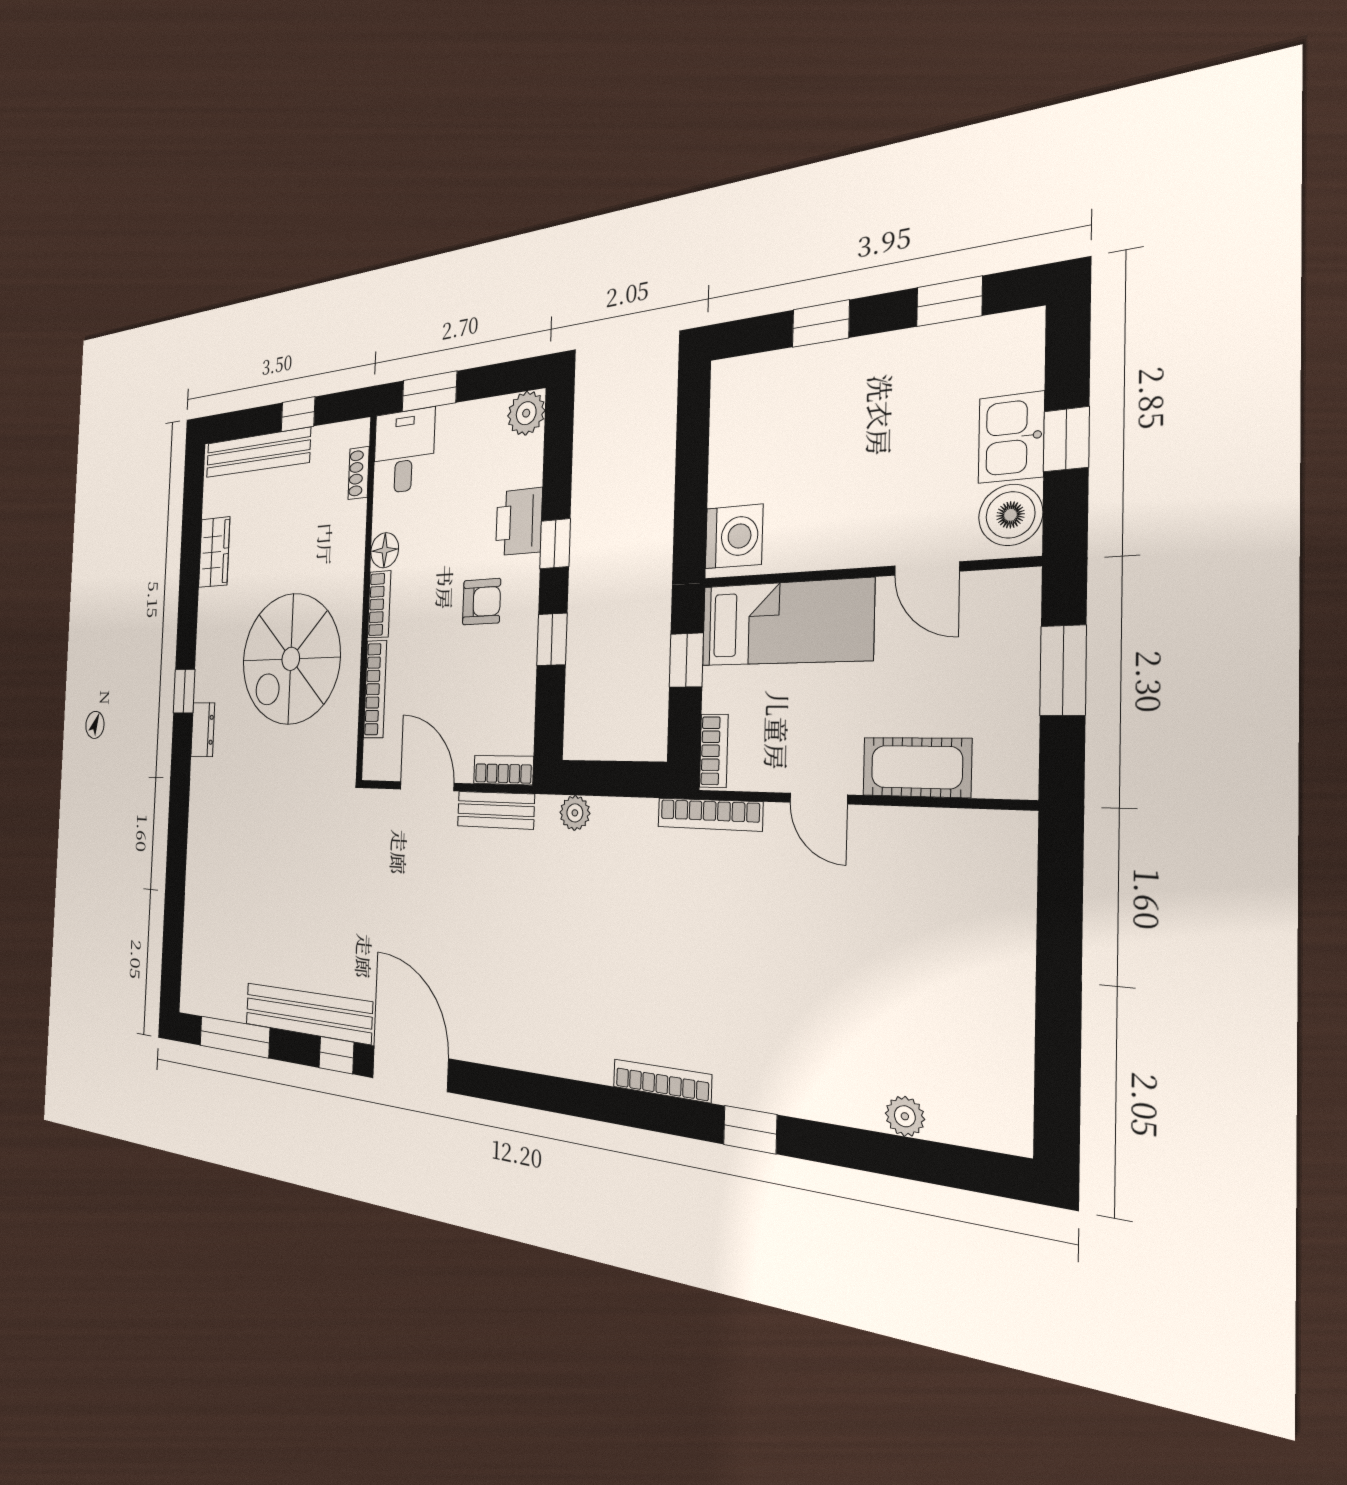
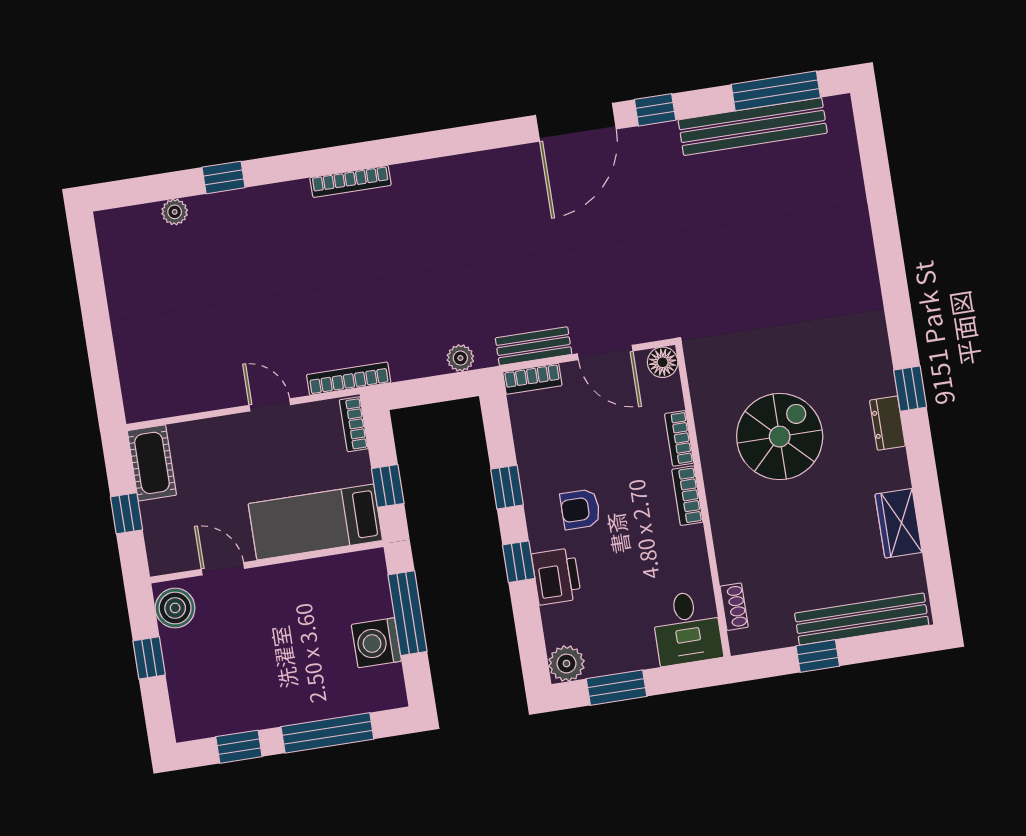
window: (821, 324) -> (327, 733), width x2.17
window: (429, 392) -> (616, 688), moved
kitchen sink: (1011, 437) -> (183, 658), removed
window: (691, 487) -> (408, 613), added
washing machine: (734, 536) -> (376, 643), moved
floor lamp: (385, 550) -> (663, 362), moved
spiral stairs: (291, 659) -> (780, 437), width x0.73, depth x0.73
window: (1063, 670) -> (127, 513), width x0.67
bookcase: (375, 689) -> (679, 438), width x0.64
dresser: (203, 730) -> (887, 423), moved
cot: (917, 767) -> (152, 463), moved, turned 90
bench: (308, 1013) -> (753, 126), moved
door: (410, 1068) -> (576, 122), hinge flipped
window: (750, 1130) -> (224, 177), moved

